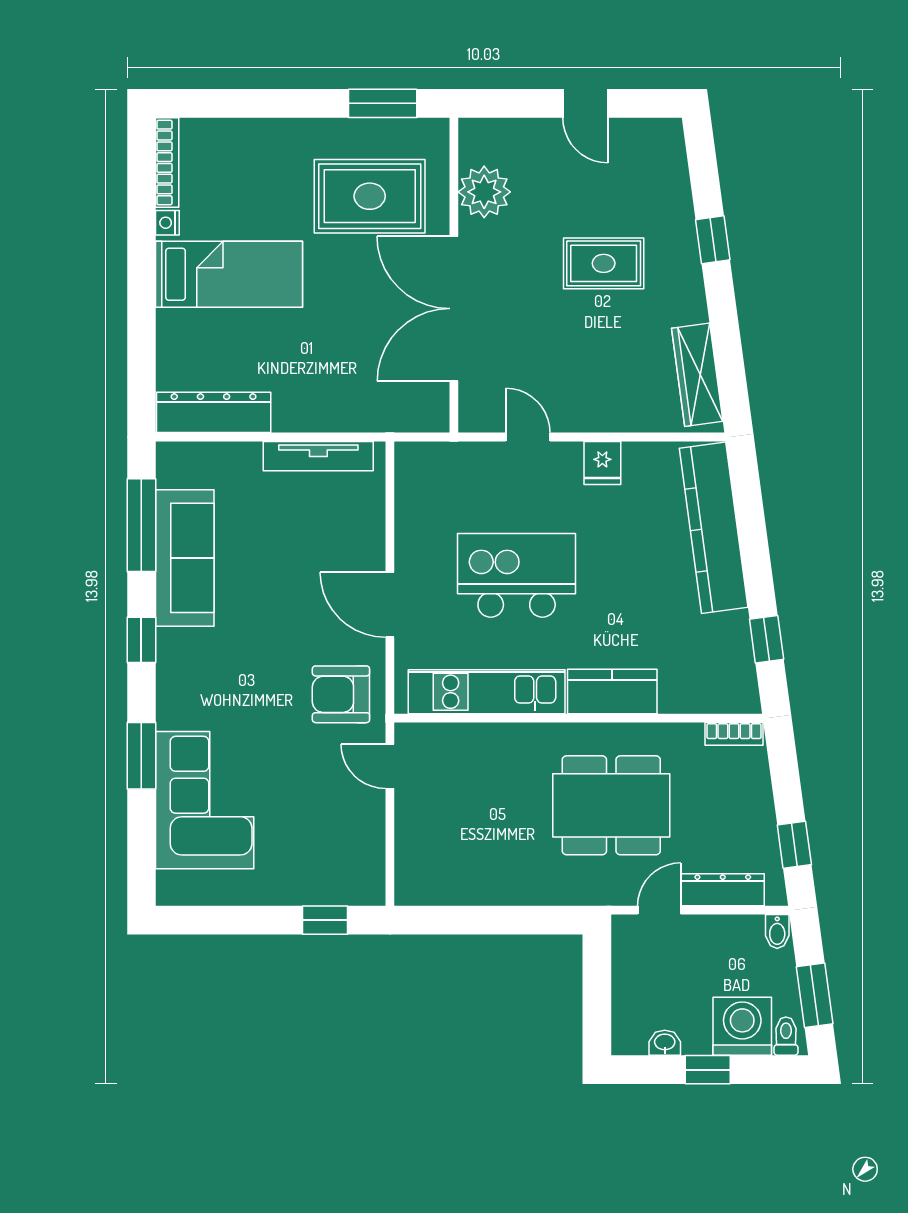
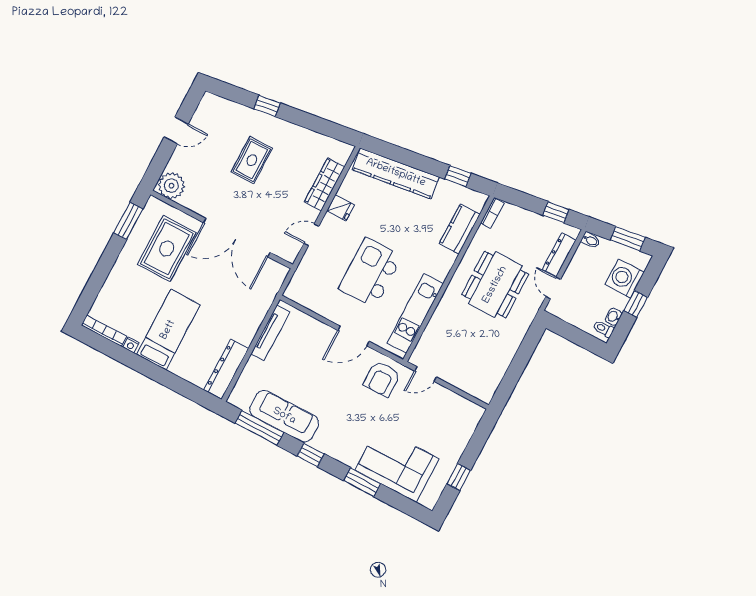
plant: (484, 192) -> (171, 186), moved
wardrobe: (697, 375) -> (325, 184), moved, turned 98
kitchen counter: (612, 692) -> (460, 229), moved
window: (325, 920) -> (459, 477), moved
toilet: (786, 1036) -> (603, 329), moved

